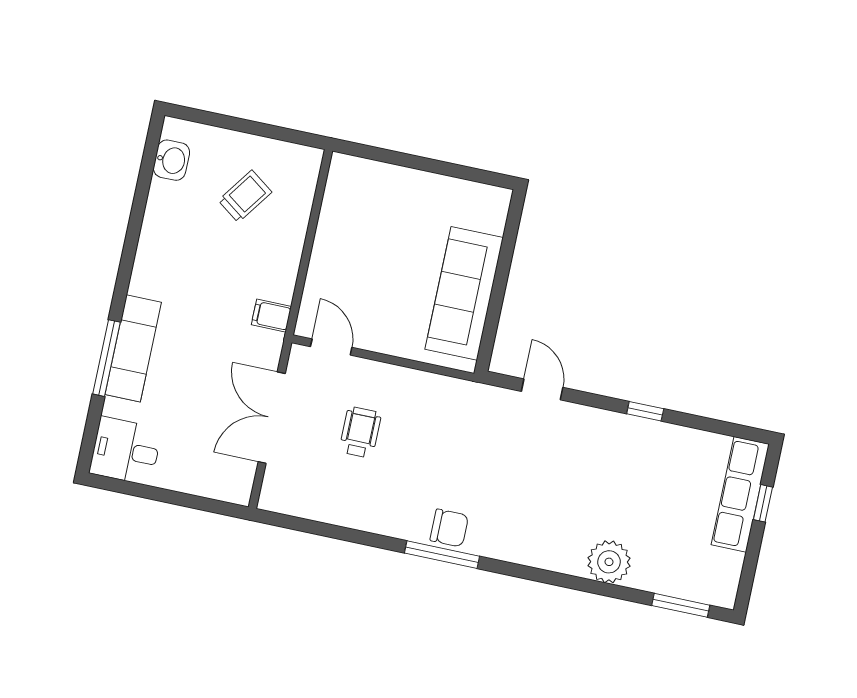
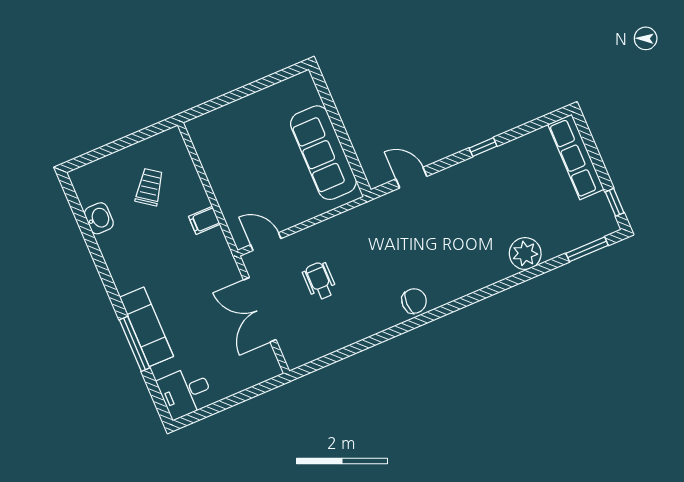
washbasin: (171, 160) -> (99, 218), moved
filing cabinet: (271, 316) -> (204, 220), moved
window: (763, 503) -> (615, 202), moved
window: (442, 555) -> (421, 320), removed

